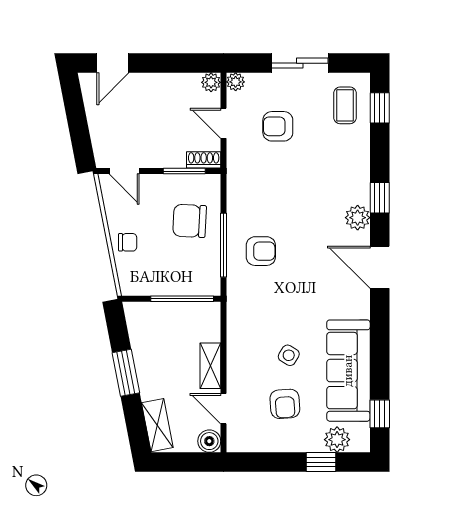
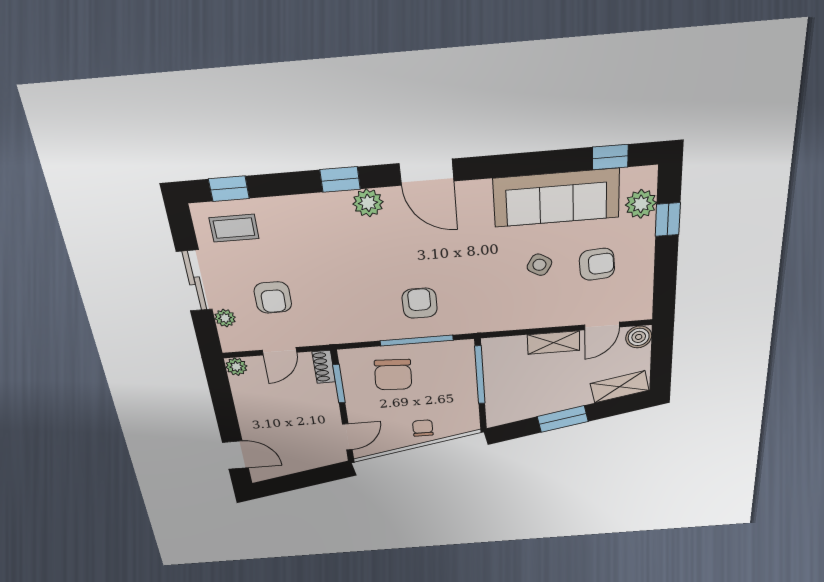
plant: (236, 82) -> (225, 318), moved
door: (380, 267) -> (427, 172), hinge flipped

